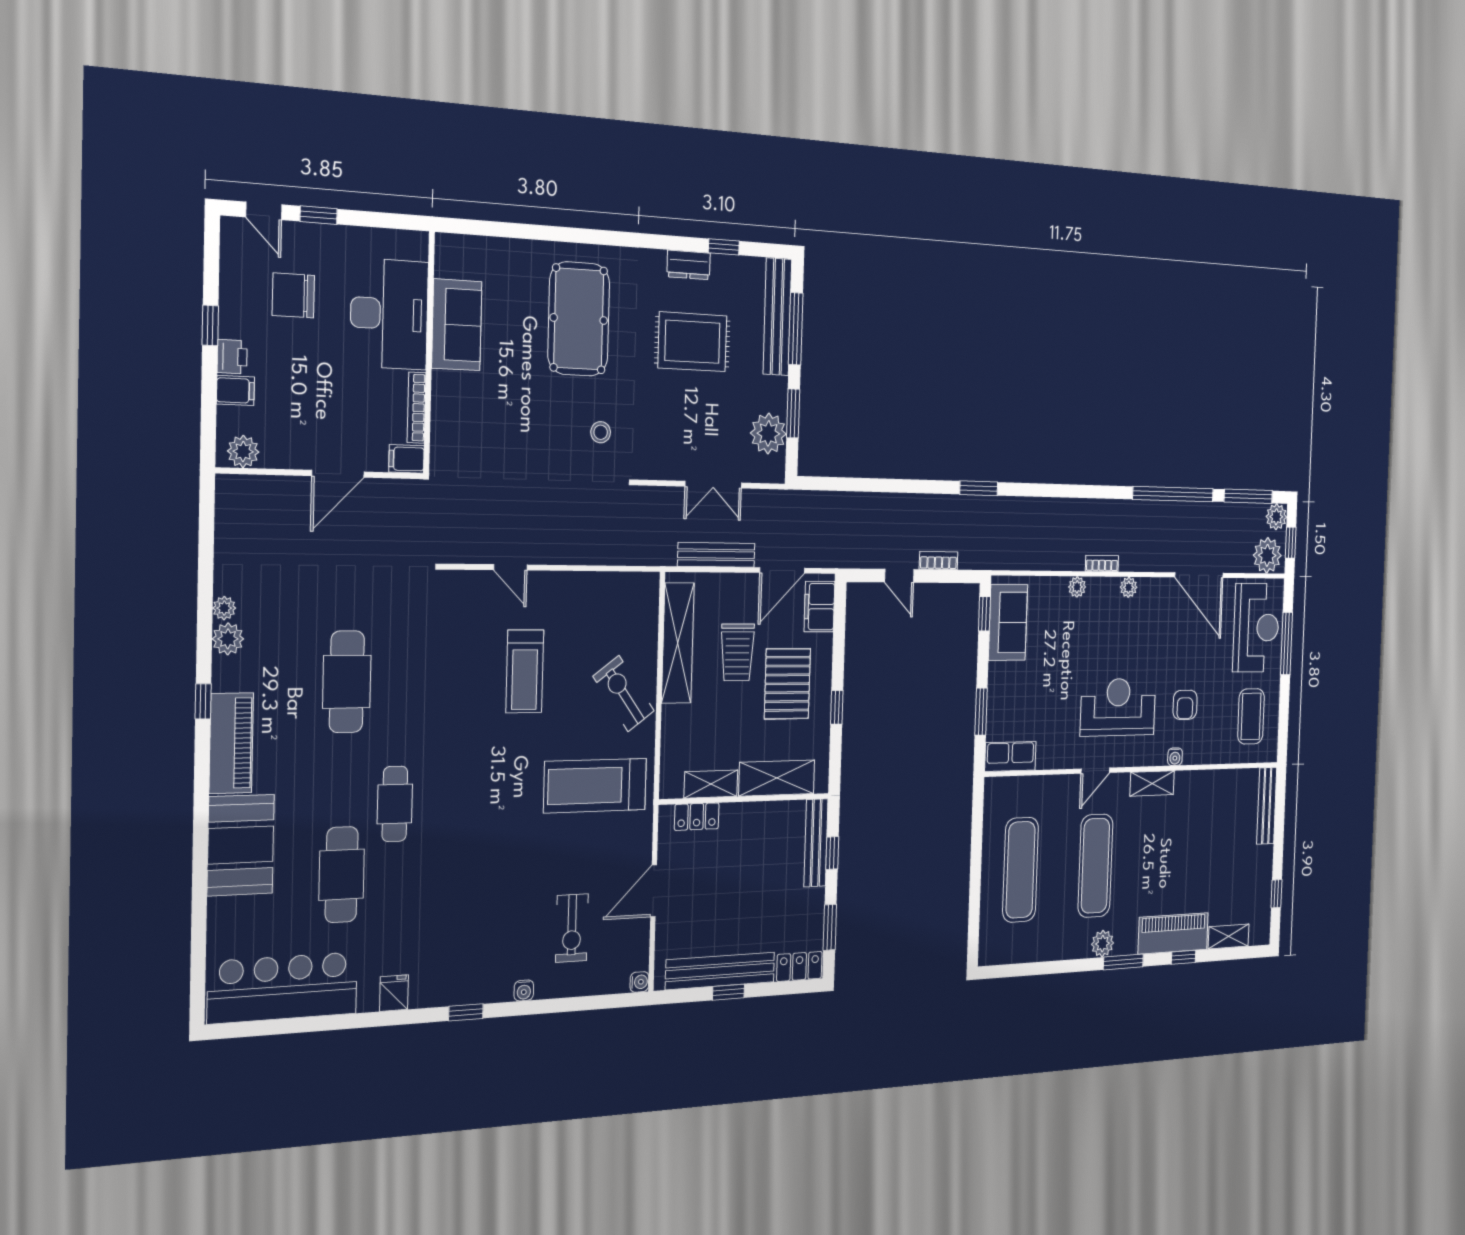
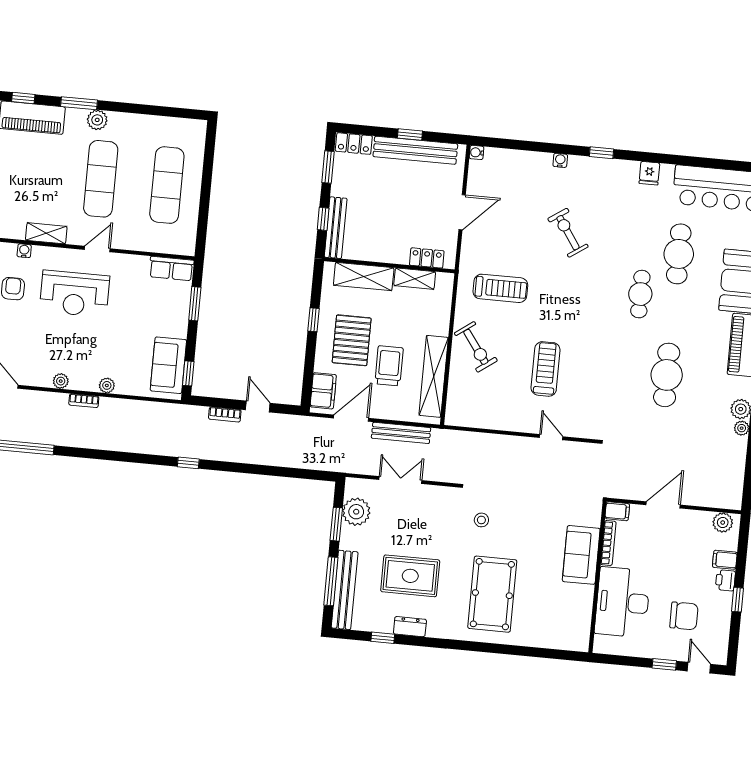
sofa: (457, 325) -> (581, 555), moved
window: (979, 488) -> (188, 463), width x0.67
treadmill: (595, 786) -> (500, 288), width x0.73, depth x0.73
exercise bike: (572, 928) -> (568, 233), moved, turned -34

